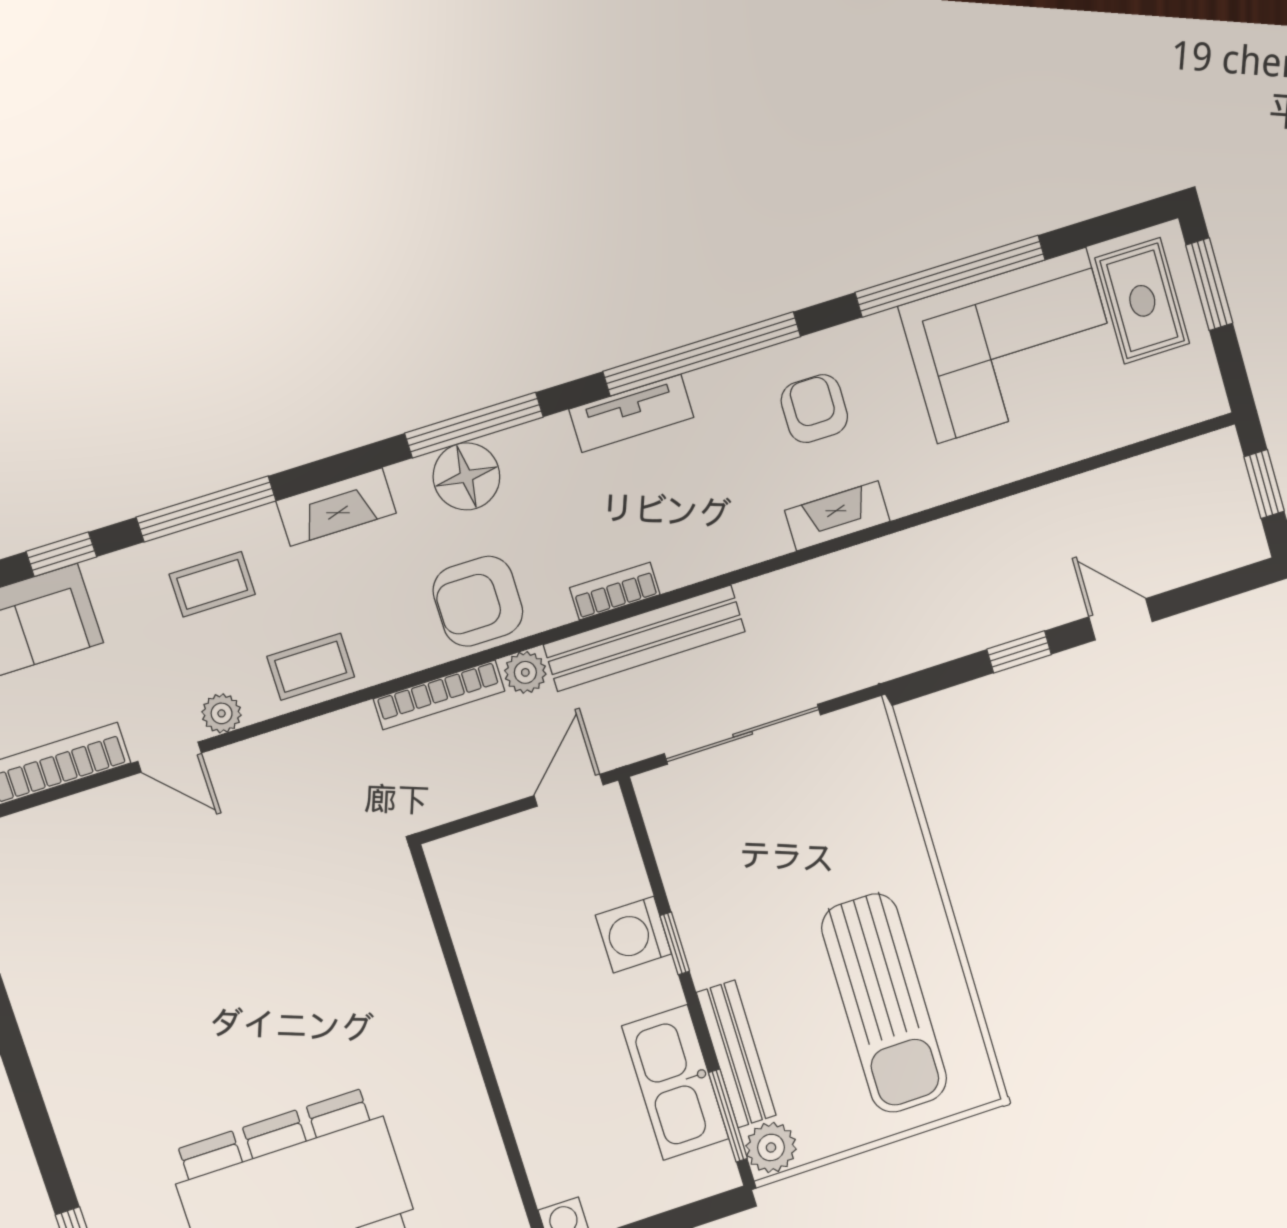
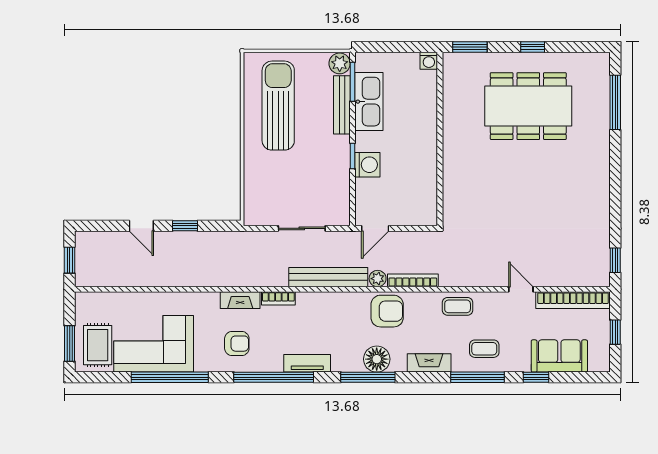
armchair: (814, 409) -> (237, 344), turned -90
bookcase: (615, 591) -> (278, 298), moved
plant: (222, 713) -> (496, 300), removed
sliding door: (743, 734) -> (302, 228), width x0.73

